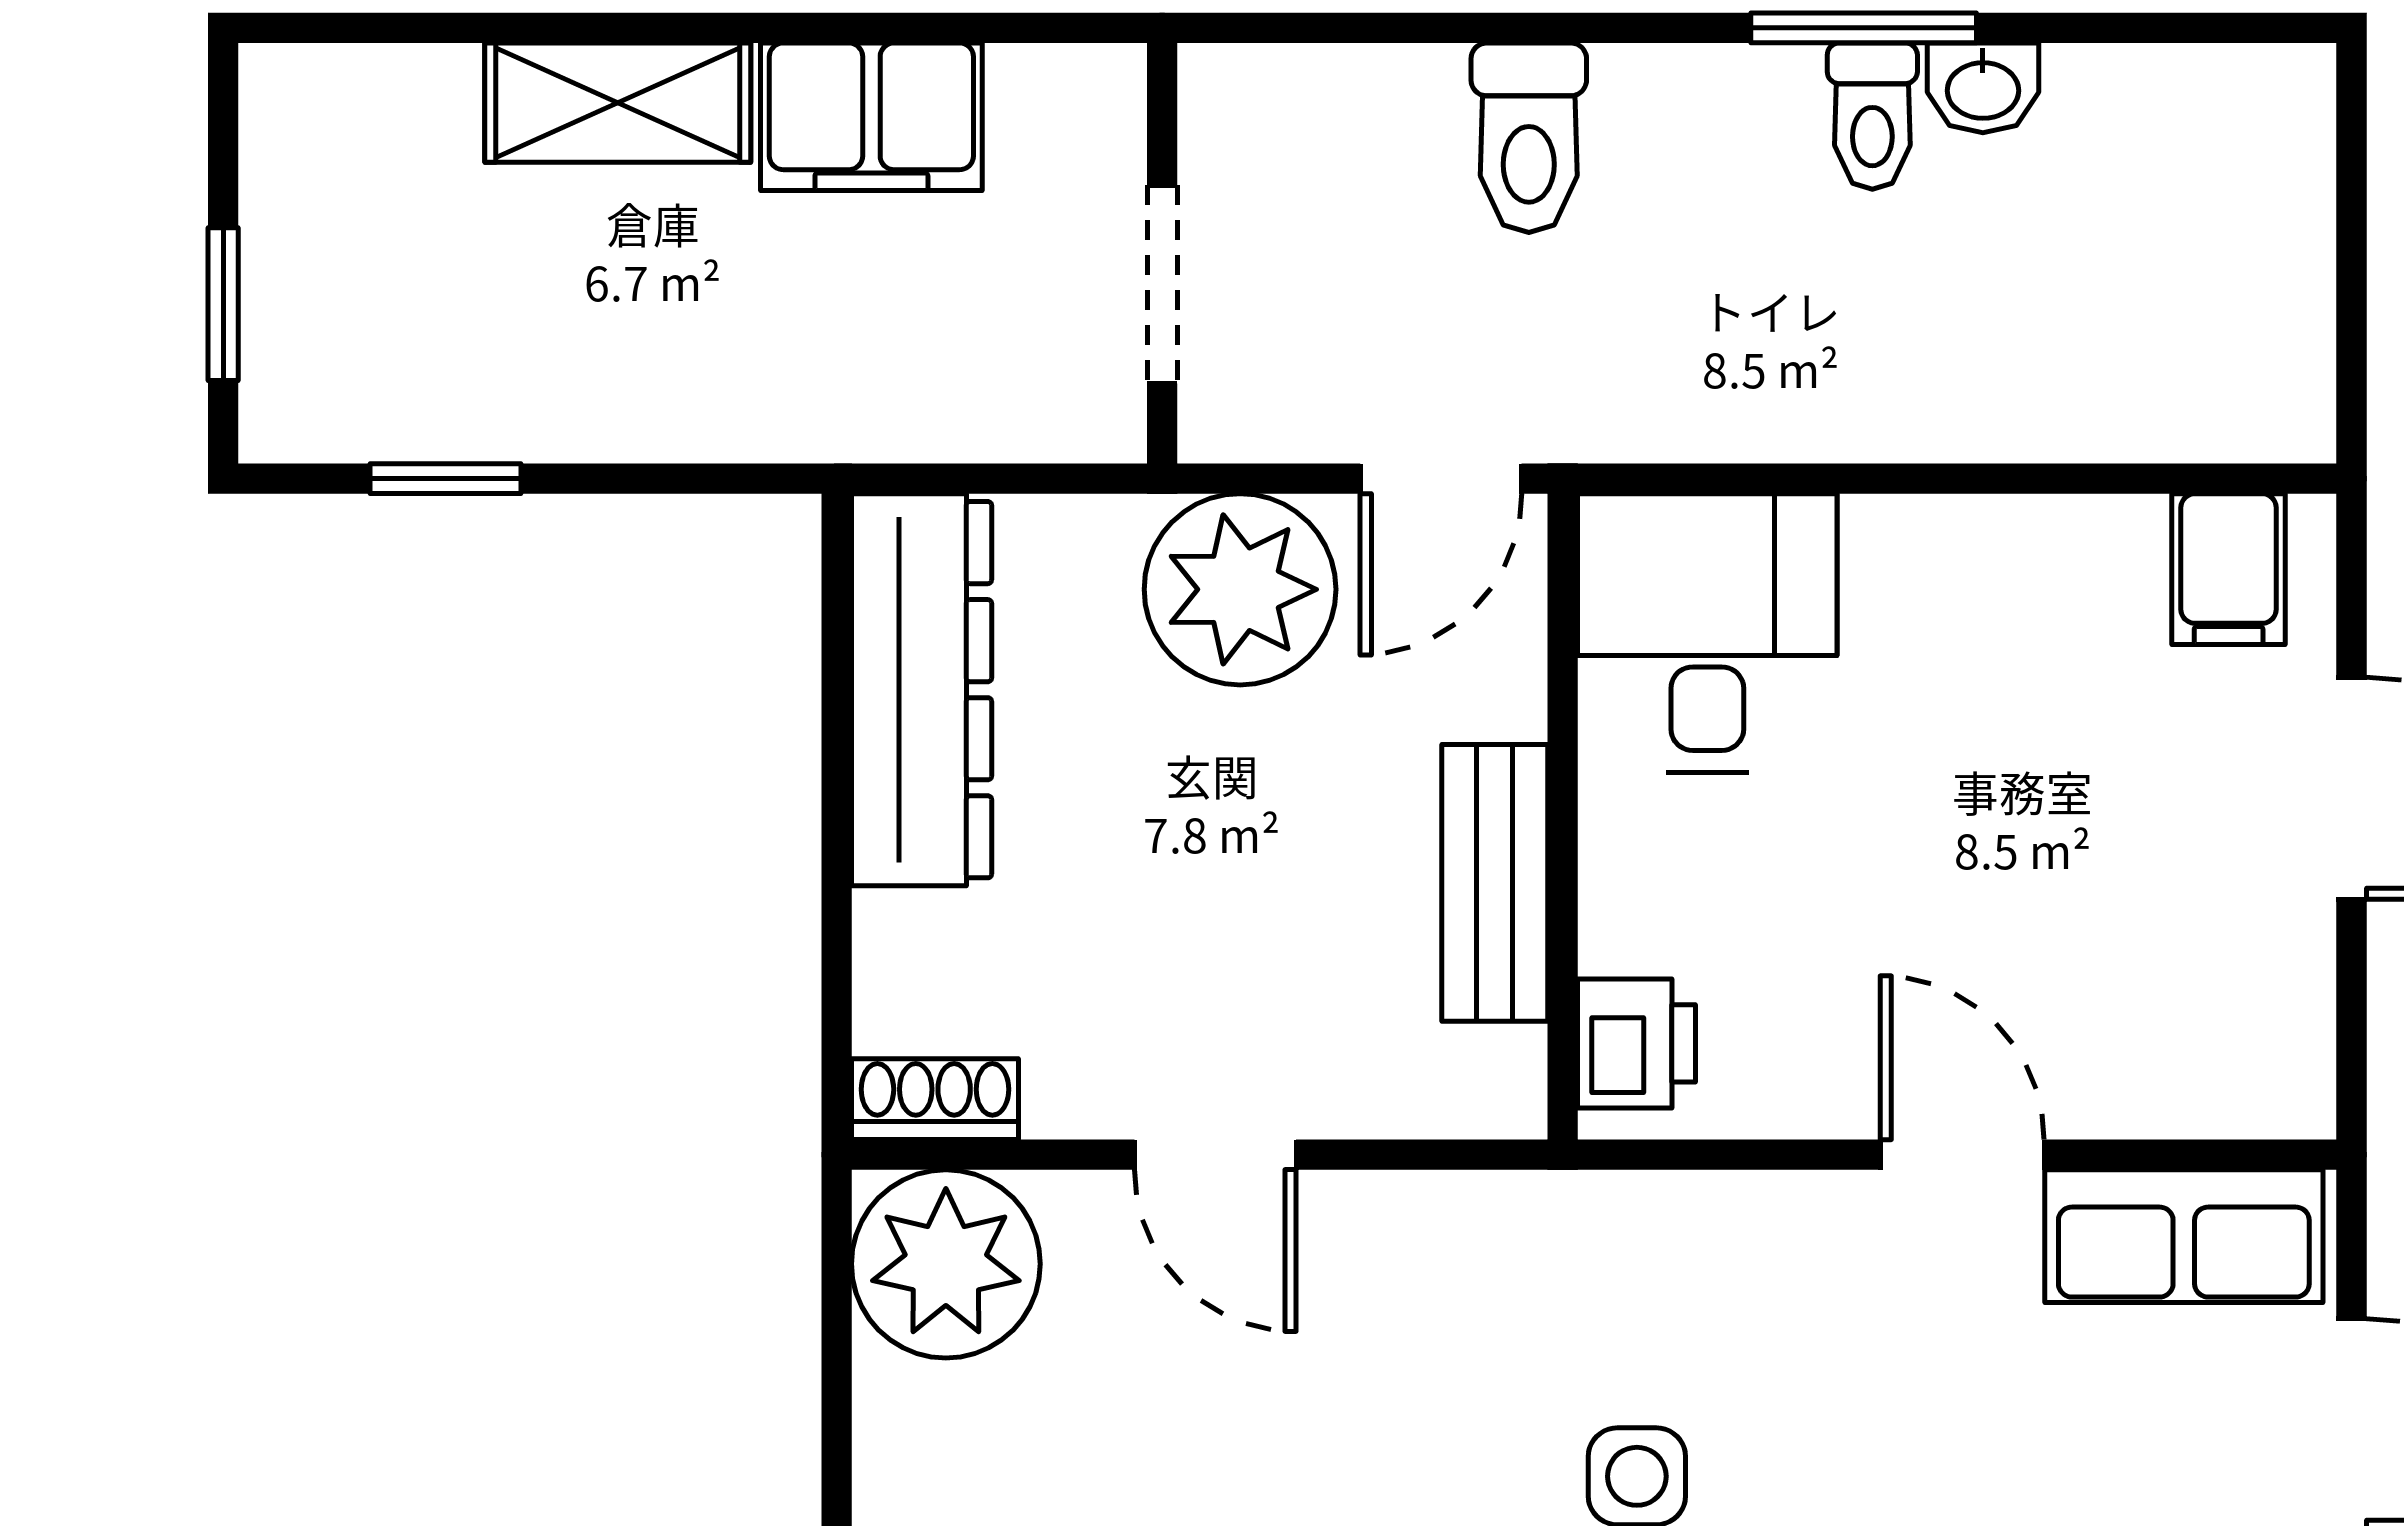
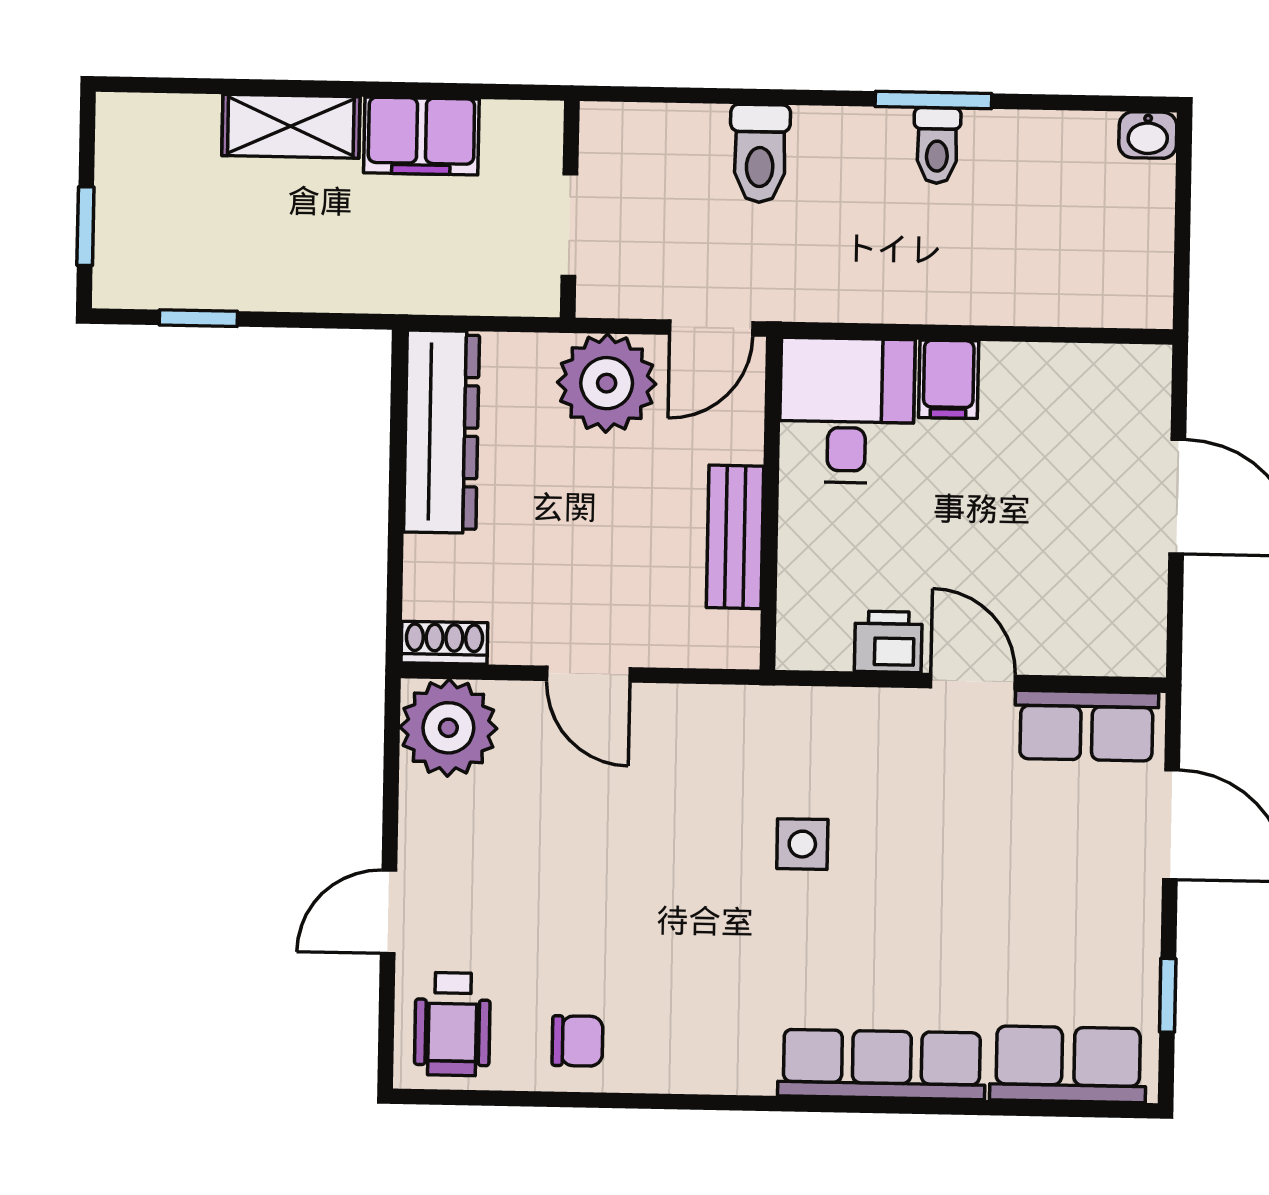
washbasin: (1983, 88) -> (1148, 135), moved
filing cabinet: (2229, 569) -> (949, 379), moved
printer: (1637, 1043) -> (888, 642), moved, turned -90

